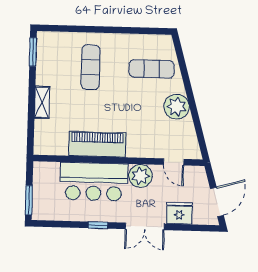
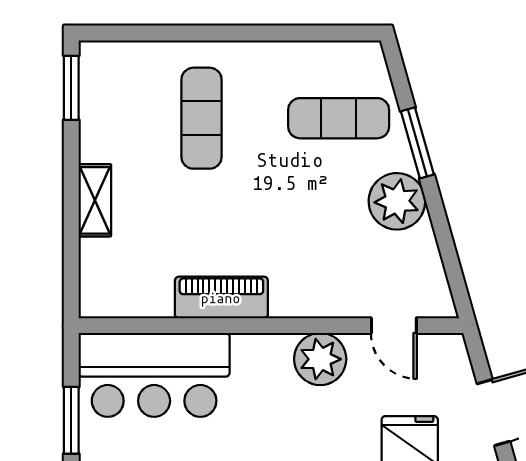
window: (186, 81) -> (417, 143), added
piano: (97, 144) -> (221, 298), width x0.73, depth x0.75
bar counter: (94, 182) -> (154, 375), moved

